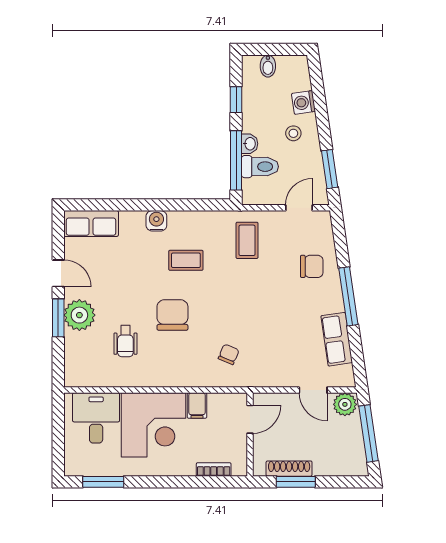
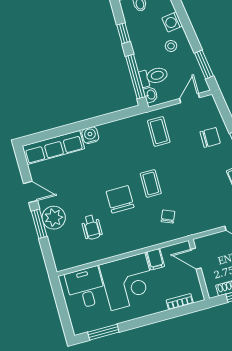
washbasin: (250, 144) -> (151, 95), moved
row of seats: (91, 224) -> (53, 147), width x1.48
coffee table: (186, 260) -> (151, 183), moved, turned 90
door: (250, 419) -> (196, 259), swing flipped

